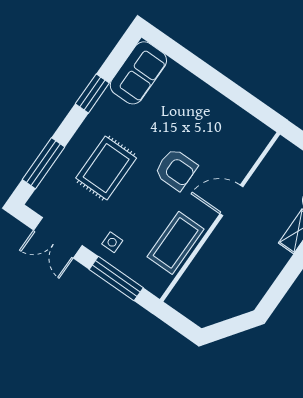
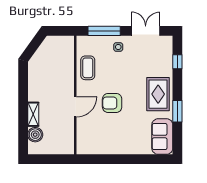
window: (43, 163) -> (177, 62), width x0.46
rug: (106, 168) -> (158, 94), moved
coffee table: (176, 243) -> (88, 68), width x0.73, depth x0.76

